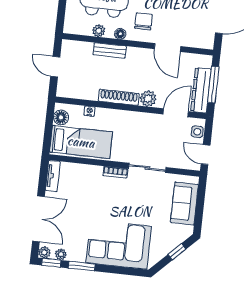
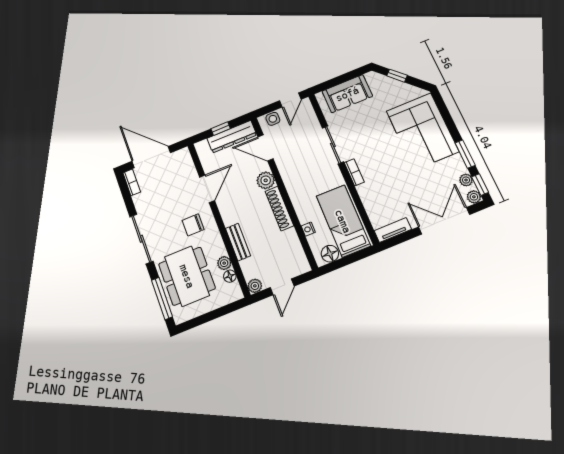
floor lamp: (120, 34) -> (230, 276), moved
plant: (68, 46) -> (255, 286), added
window: (213, 85) -> (221, 129), width x0.46

